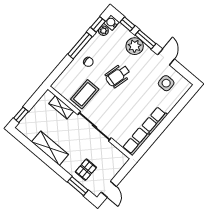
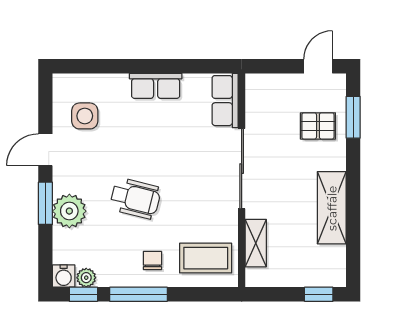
window: (127, 24) -> (45, 250), removed
coffee table: (85, 94) -> (206, 258), moved
row of seats: (136, 141) -> (225, 101), moved, turned 90

